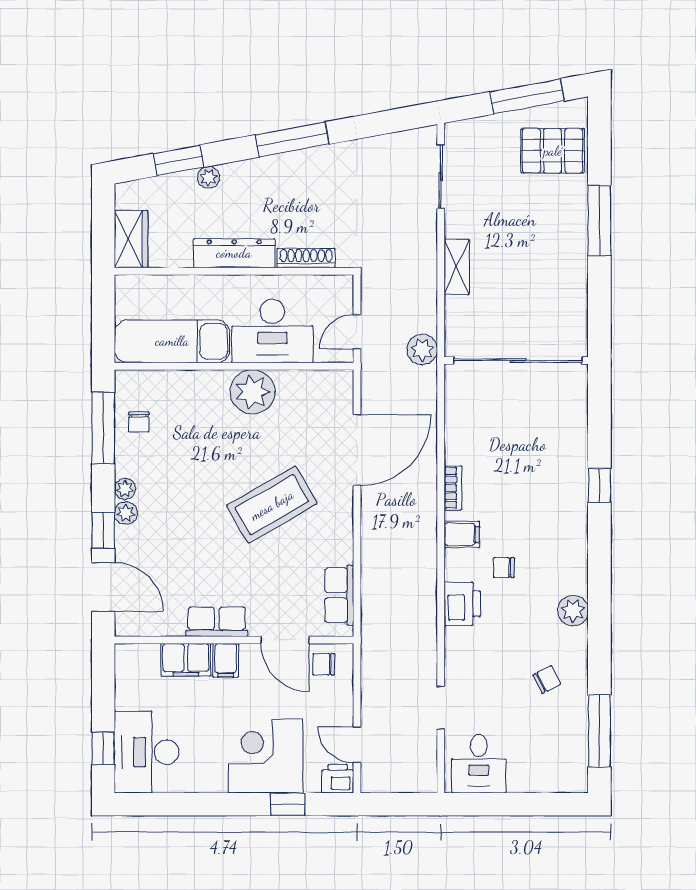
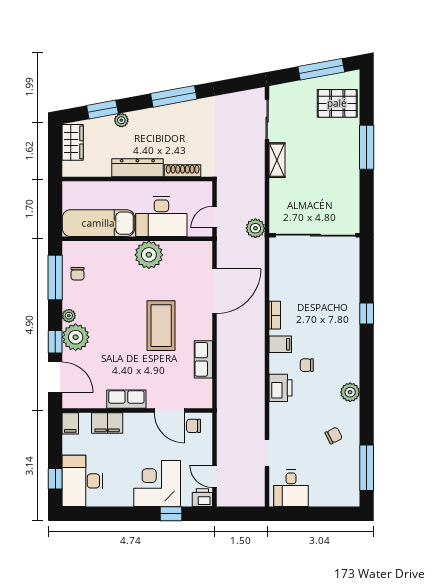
wardrobe: (131, 239) -> (73, 142), moved
shelving: (457, 267) -> (277, 160), moved
coffee table: (272, 505) -> (161, 326), turned -60
plant: (126, 513) -> (76, 337), width x1.87, depth x1.87
row of seats: (339, 595) -> (203, 359), moved
filing cabinet: (226, 660) -> (70, 423), moved

